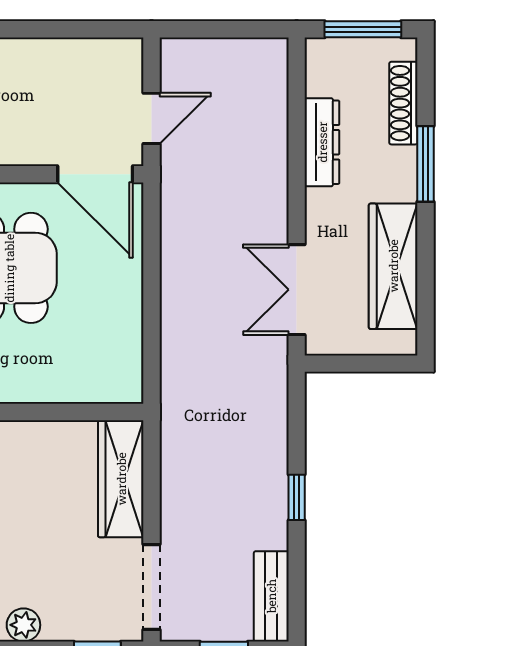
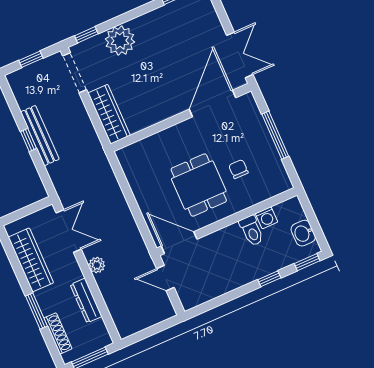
door: (152, 118) -> (165, 278), hinge flipped
plant: (272, 201) -> (97, 265), added
bench: (271, 596) -> (40, 136), moved, width x1.36
plant: (23, 625) -> (120, 41), width x1.87, depth x1.87

